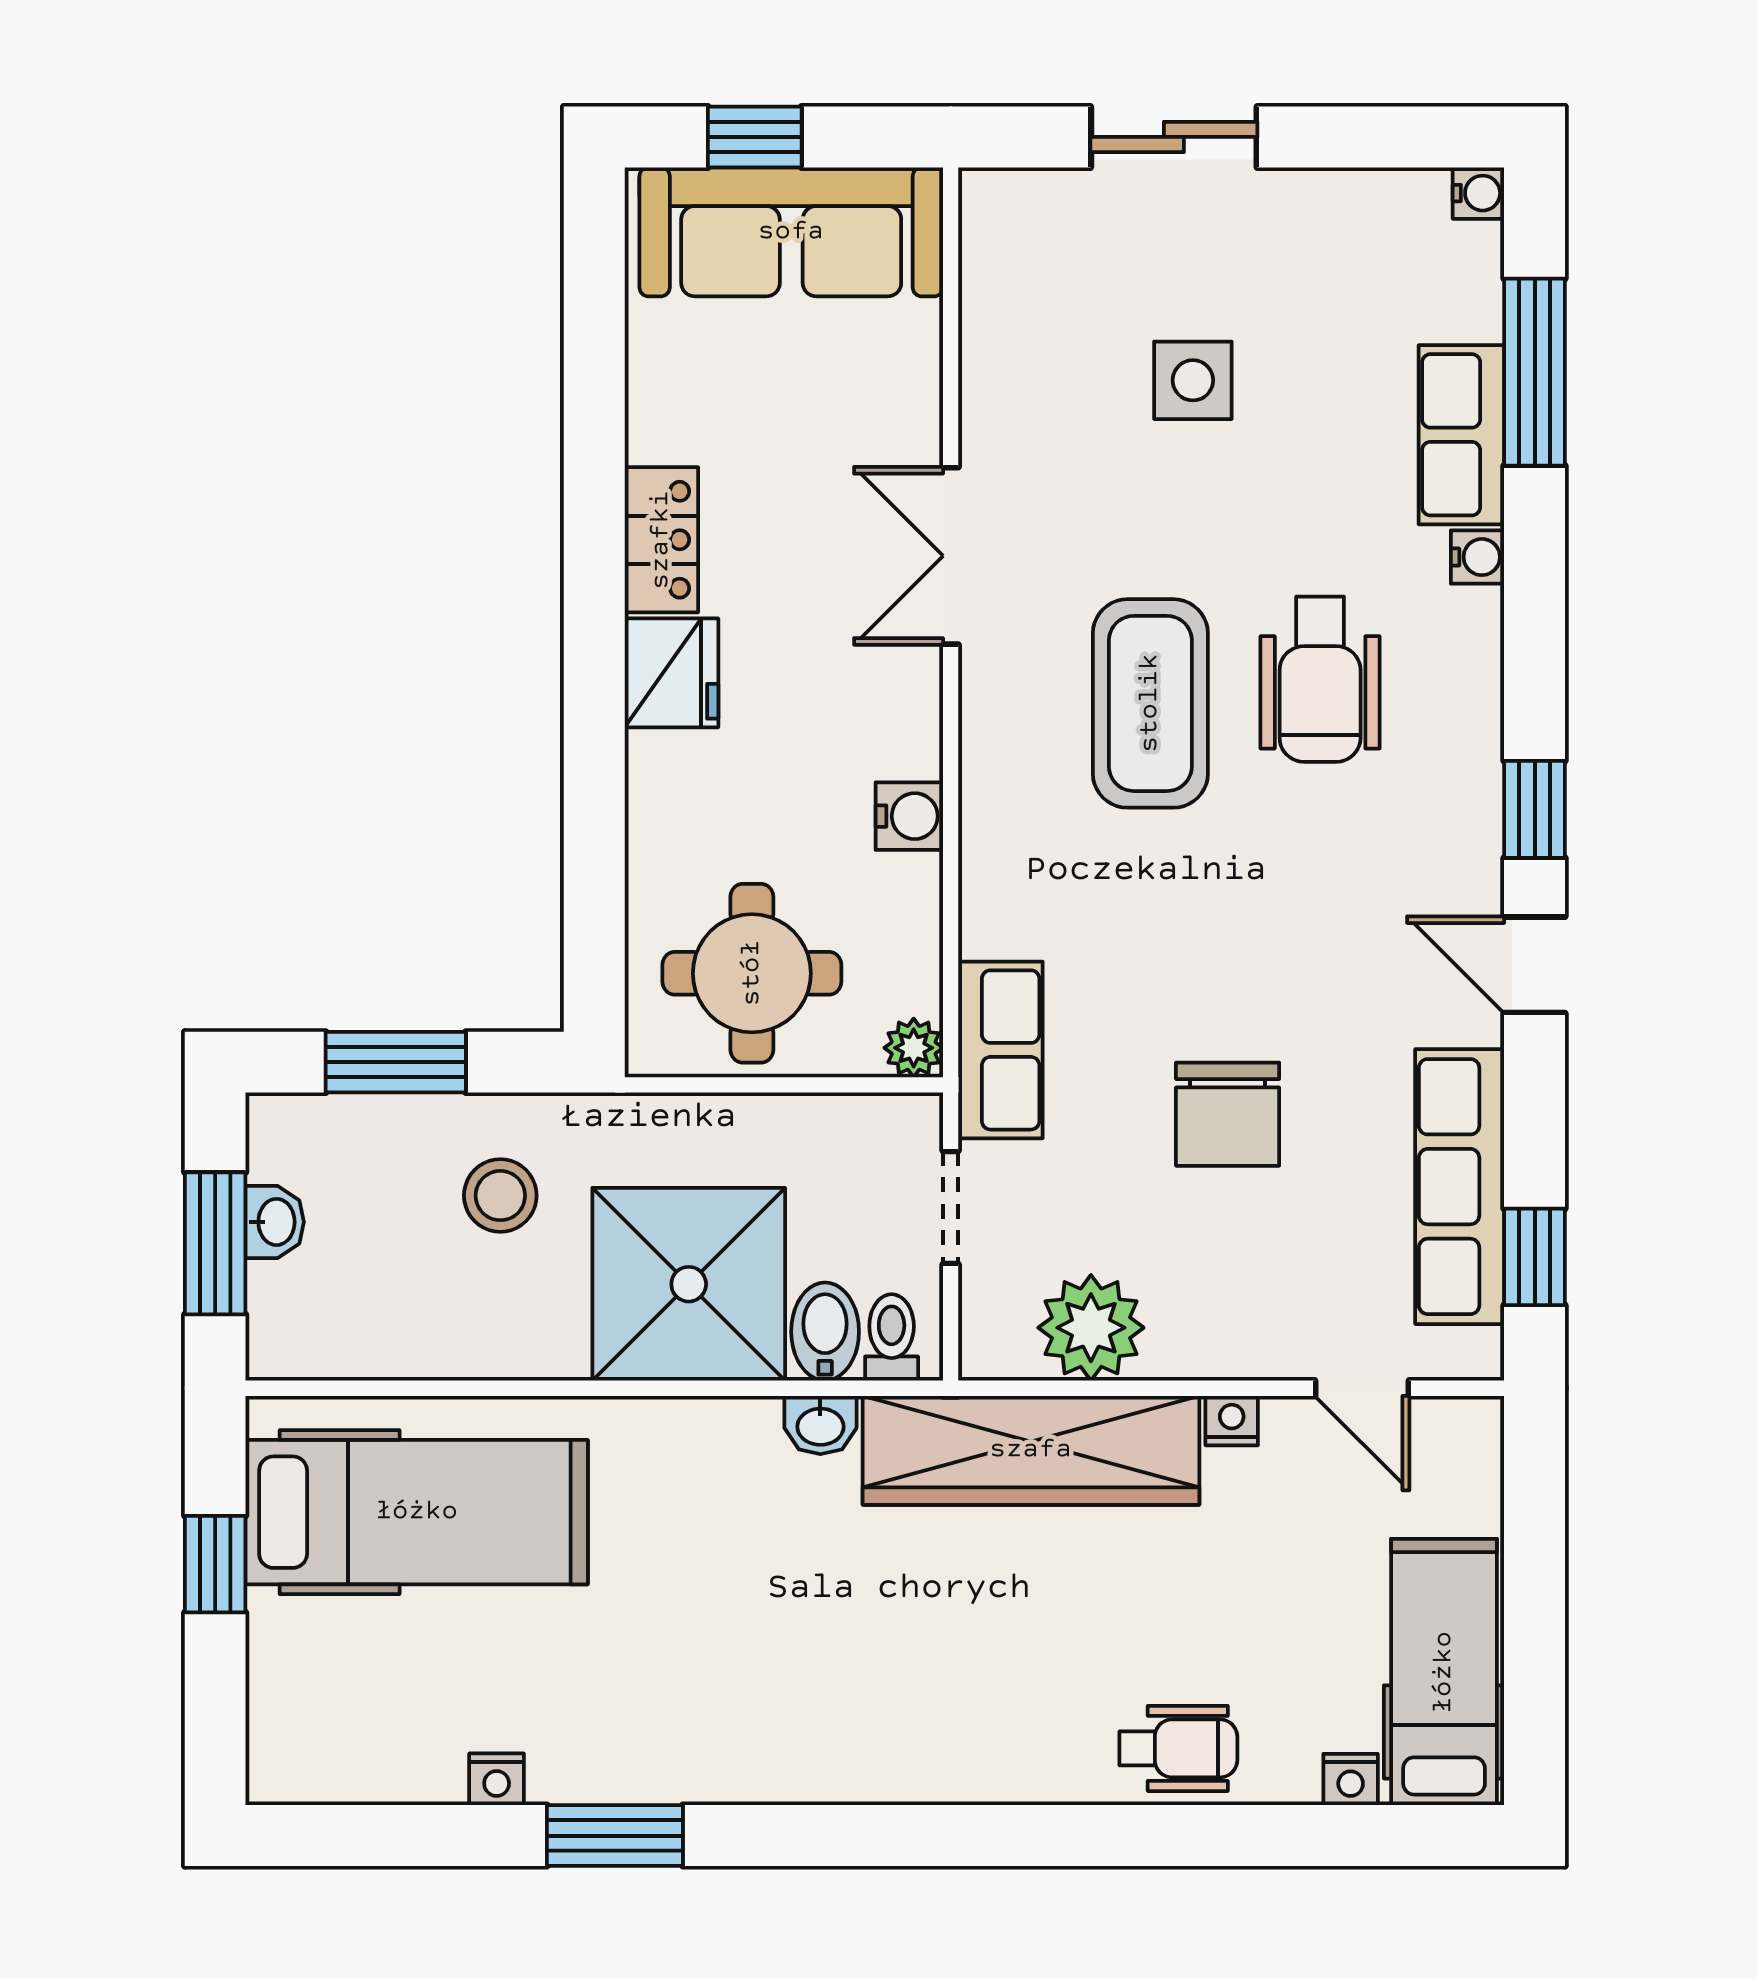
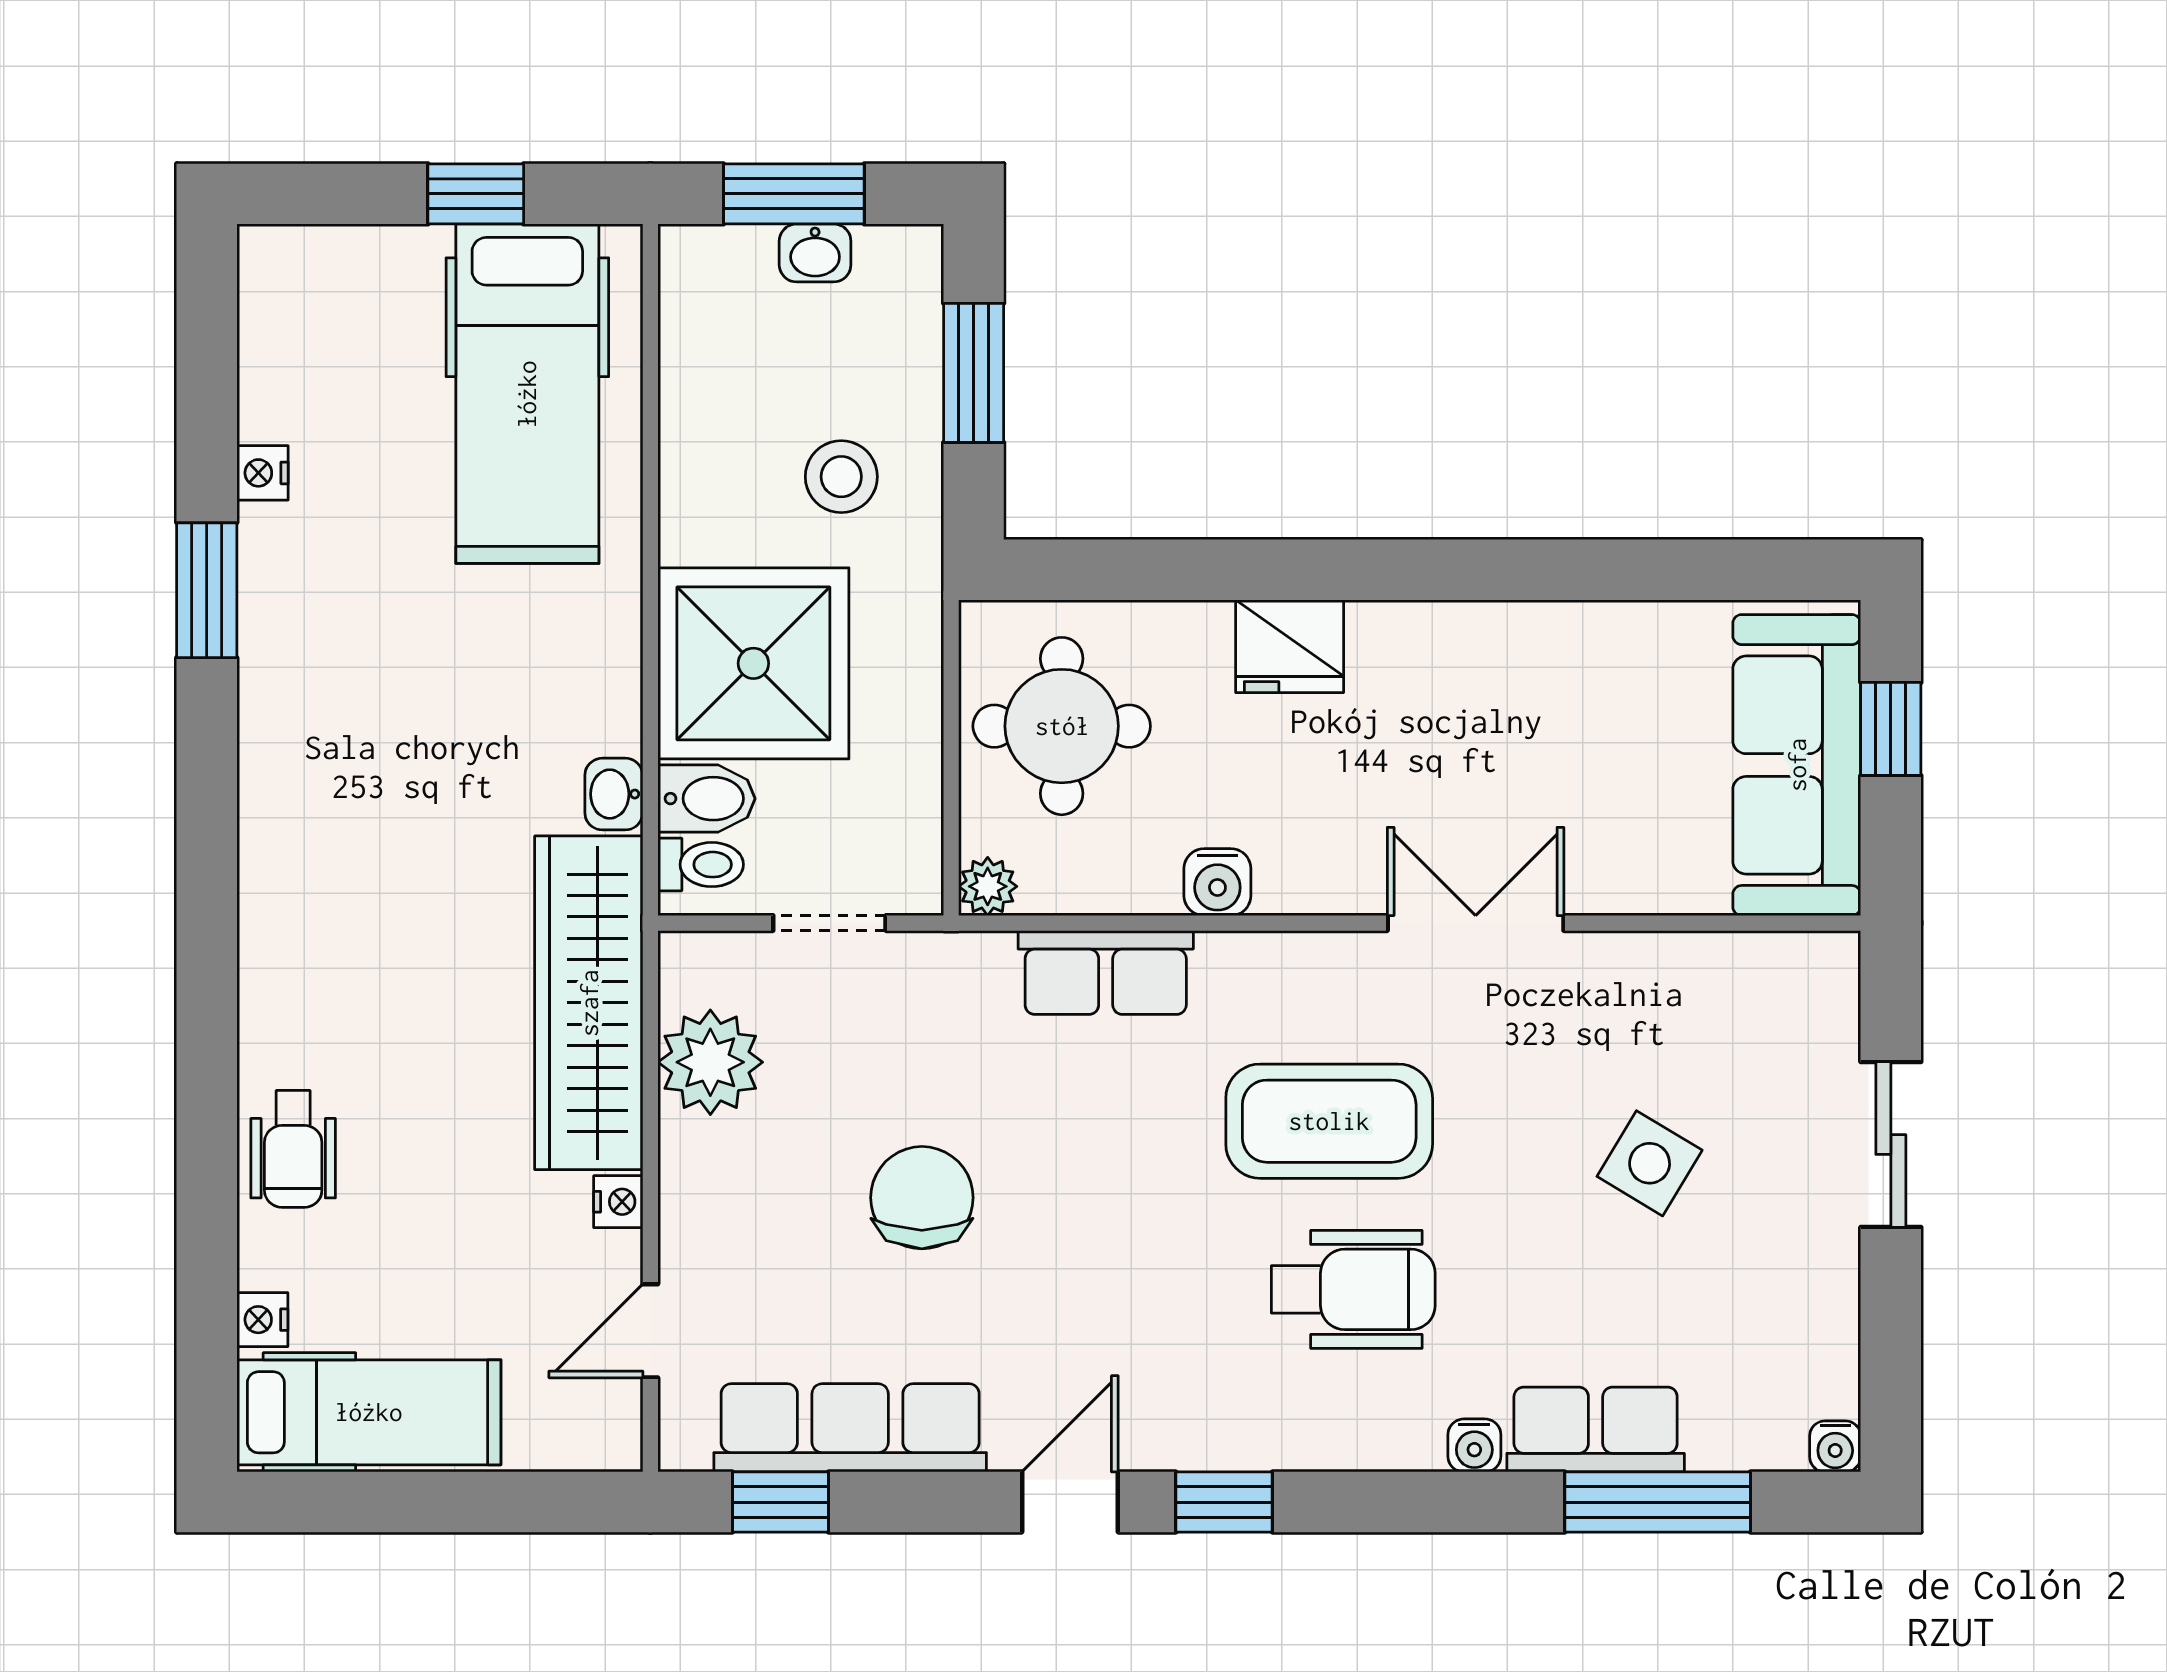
side table: (1193, 380) -> (1650, 1163), turned 31
locker: (661, 540) -> (1491, 636), removed
fridge: (671, 673) -> (1290, 646), moved
wheelchair: (1320, 679) -> (1353, 1289), turned 180
row of seats: (1000, 1050) -> (1106, 973), moved
chair: (1228, 1114) -> (922, 1198), turned 90

